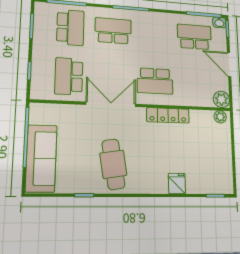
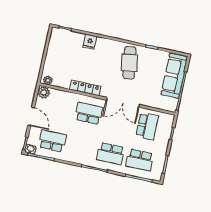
school desk: (70, 27) -> (140, 160), turned -90
school desk: (194, 37) -> (52, 141), turned 180

